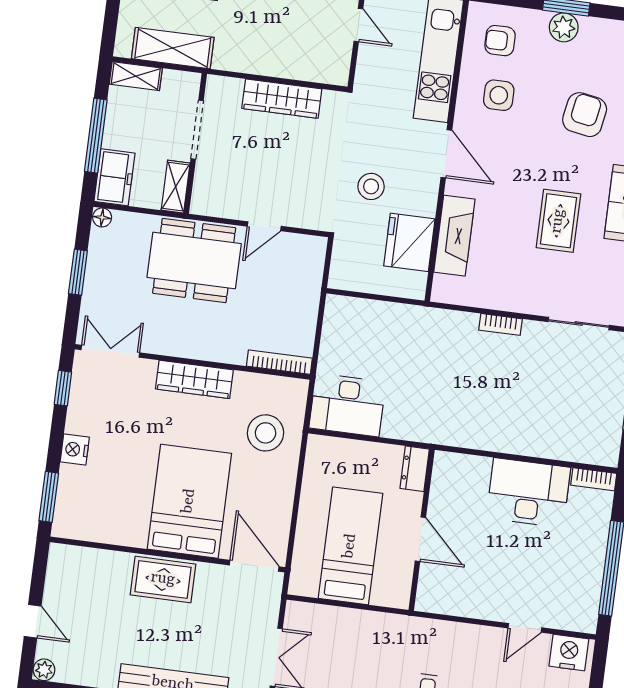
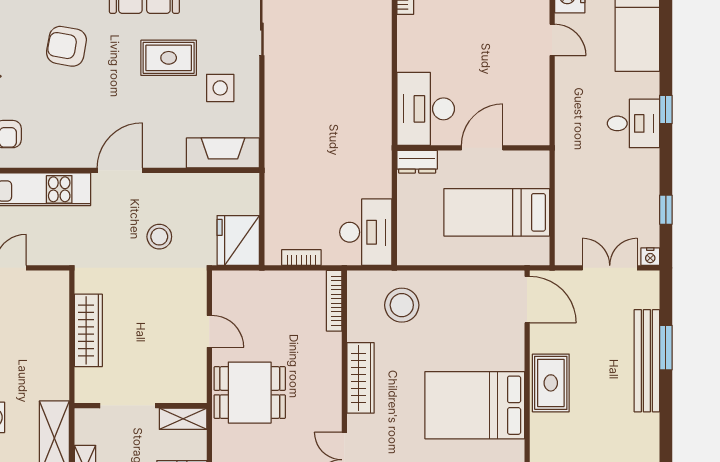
side table: (499, 95) -> (220, 88), moved
fireplace: (454, 236) -> (223, 153), moved
fridge: (409, 242) -> (238, 240), moved, turned 90
dining table: (194, 260) -> (250, 393), width x0.73
bookcase: (500, 324) -> (301, 258), moved, turned -90
desk: (528, 493) -> (426, 109), moved
bed: (189, 501) -> (475, 405), moved
door: (254, 566) -> (527, 300), swing flipped

